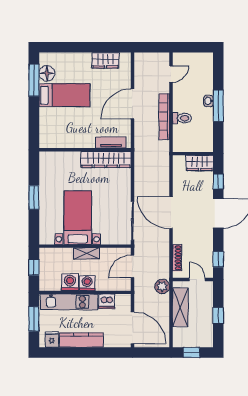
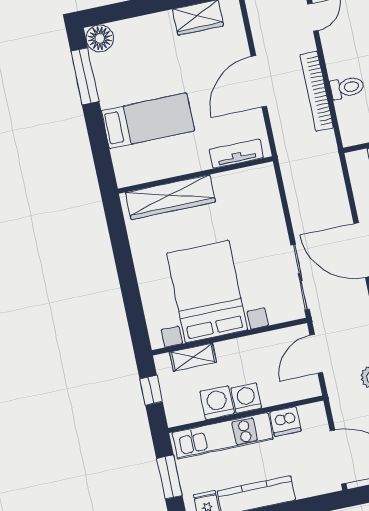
floor lamp: (47, 73) -> (100, 38), moved
bed: (64, 95) -> (148, 121), moved
wardrobe: (106, 159) -> (170, 197), moved
window: (34, 197) -> (126, 273), removed
bed with nightstands: (78, 218) -> (207, 292), width x1.36
shelving: (86, 253) -> (193, 357), moved

